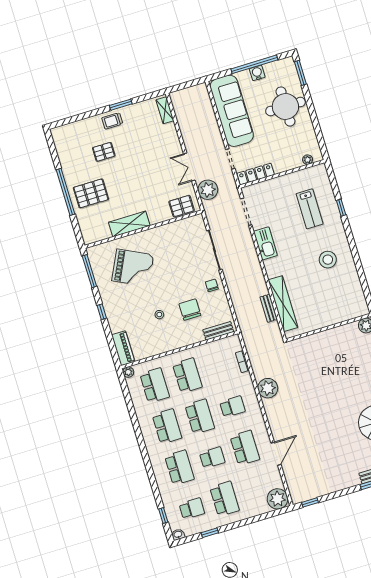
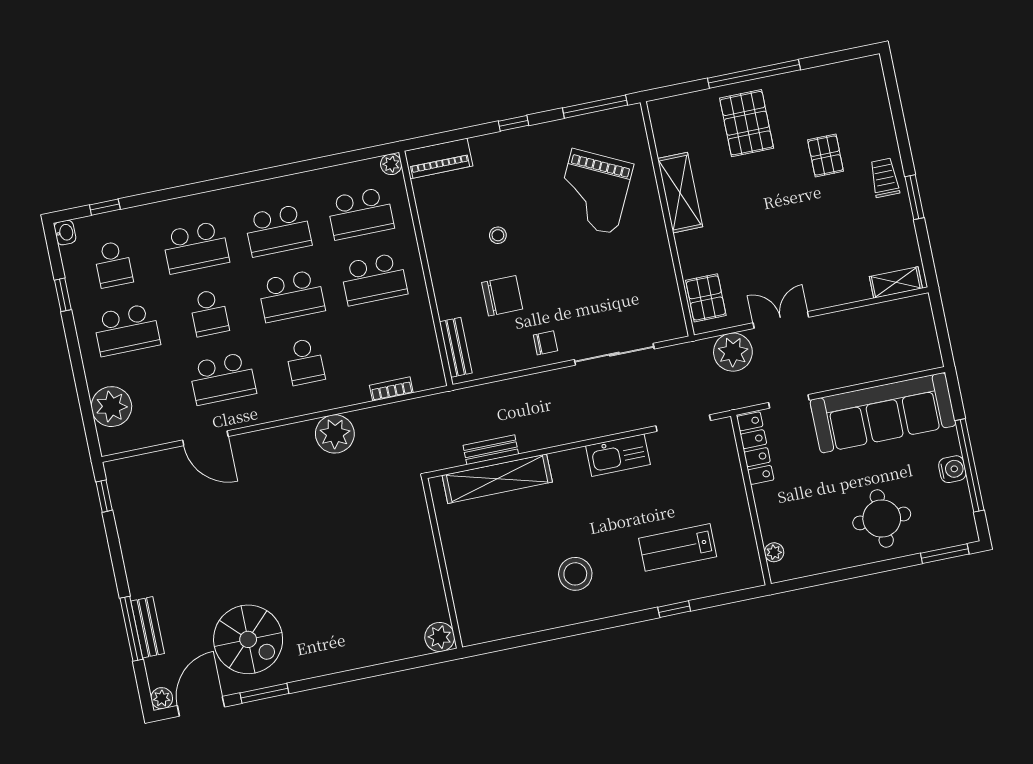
round table: (285, 107) -> (882, 518), width x0.73, depth x0.73
plant: (278, 499) -> (111, 407), moved

